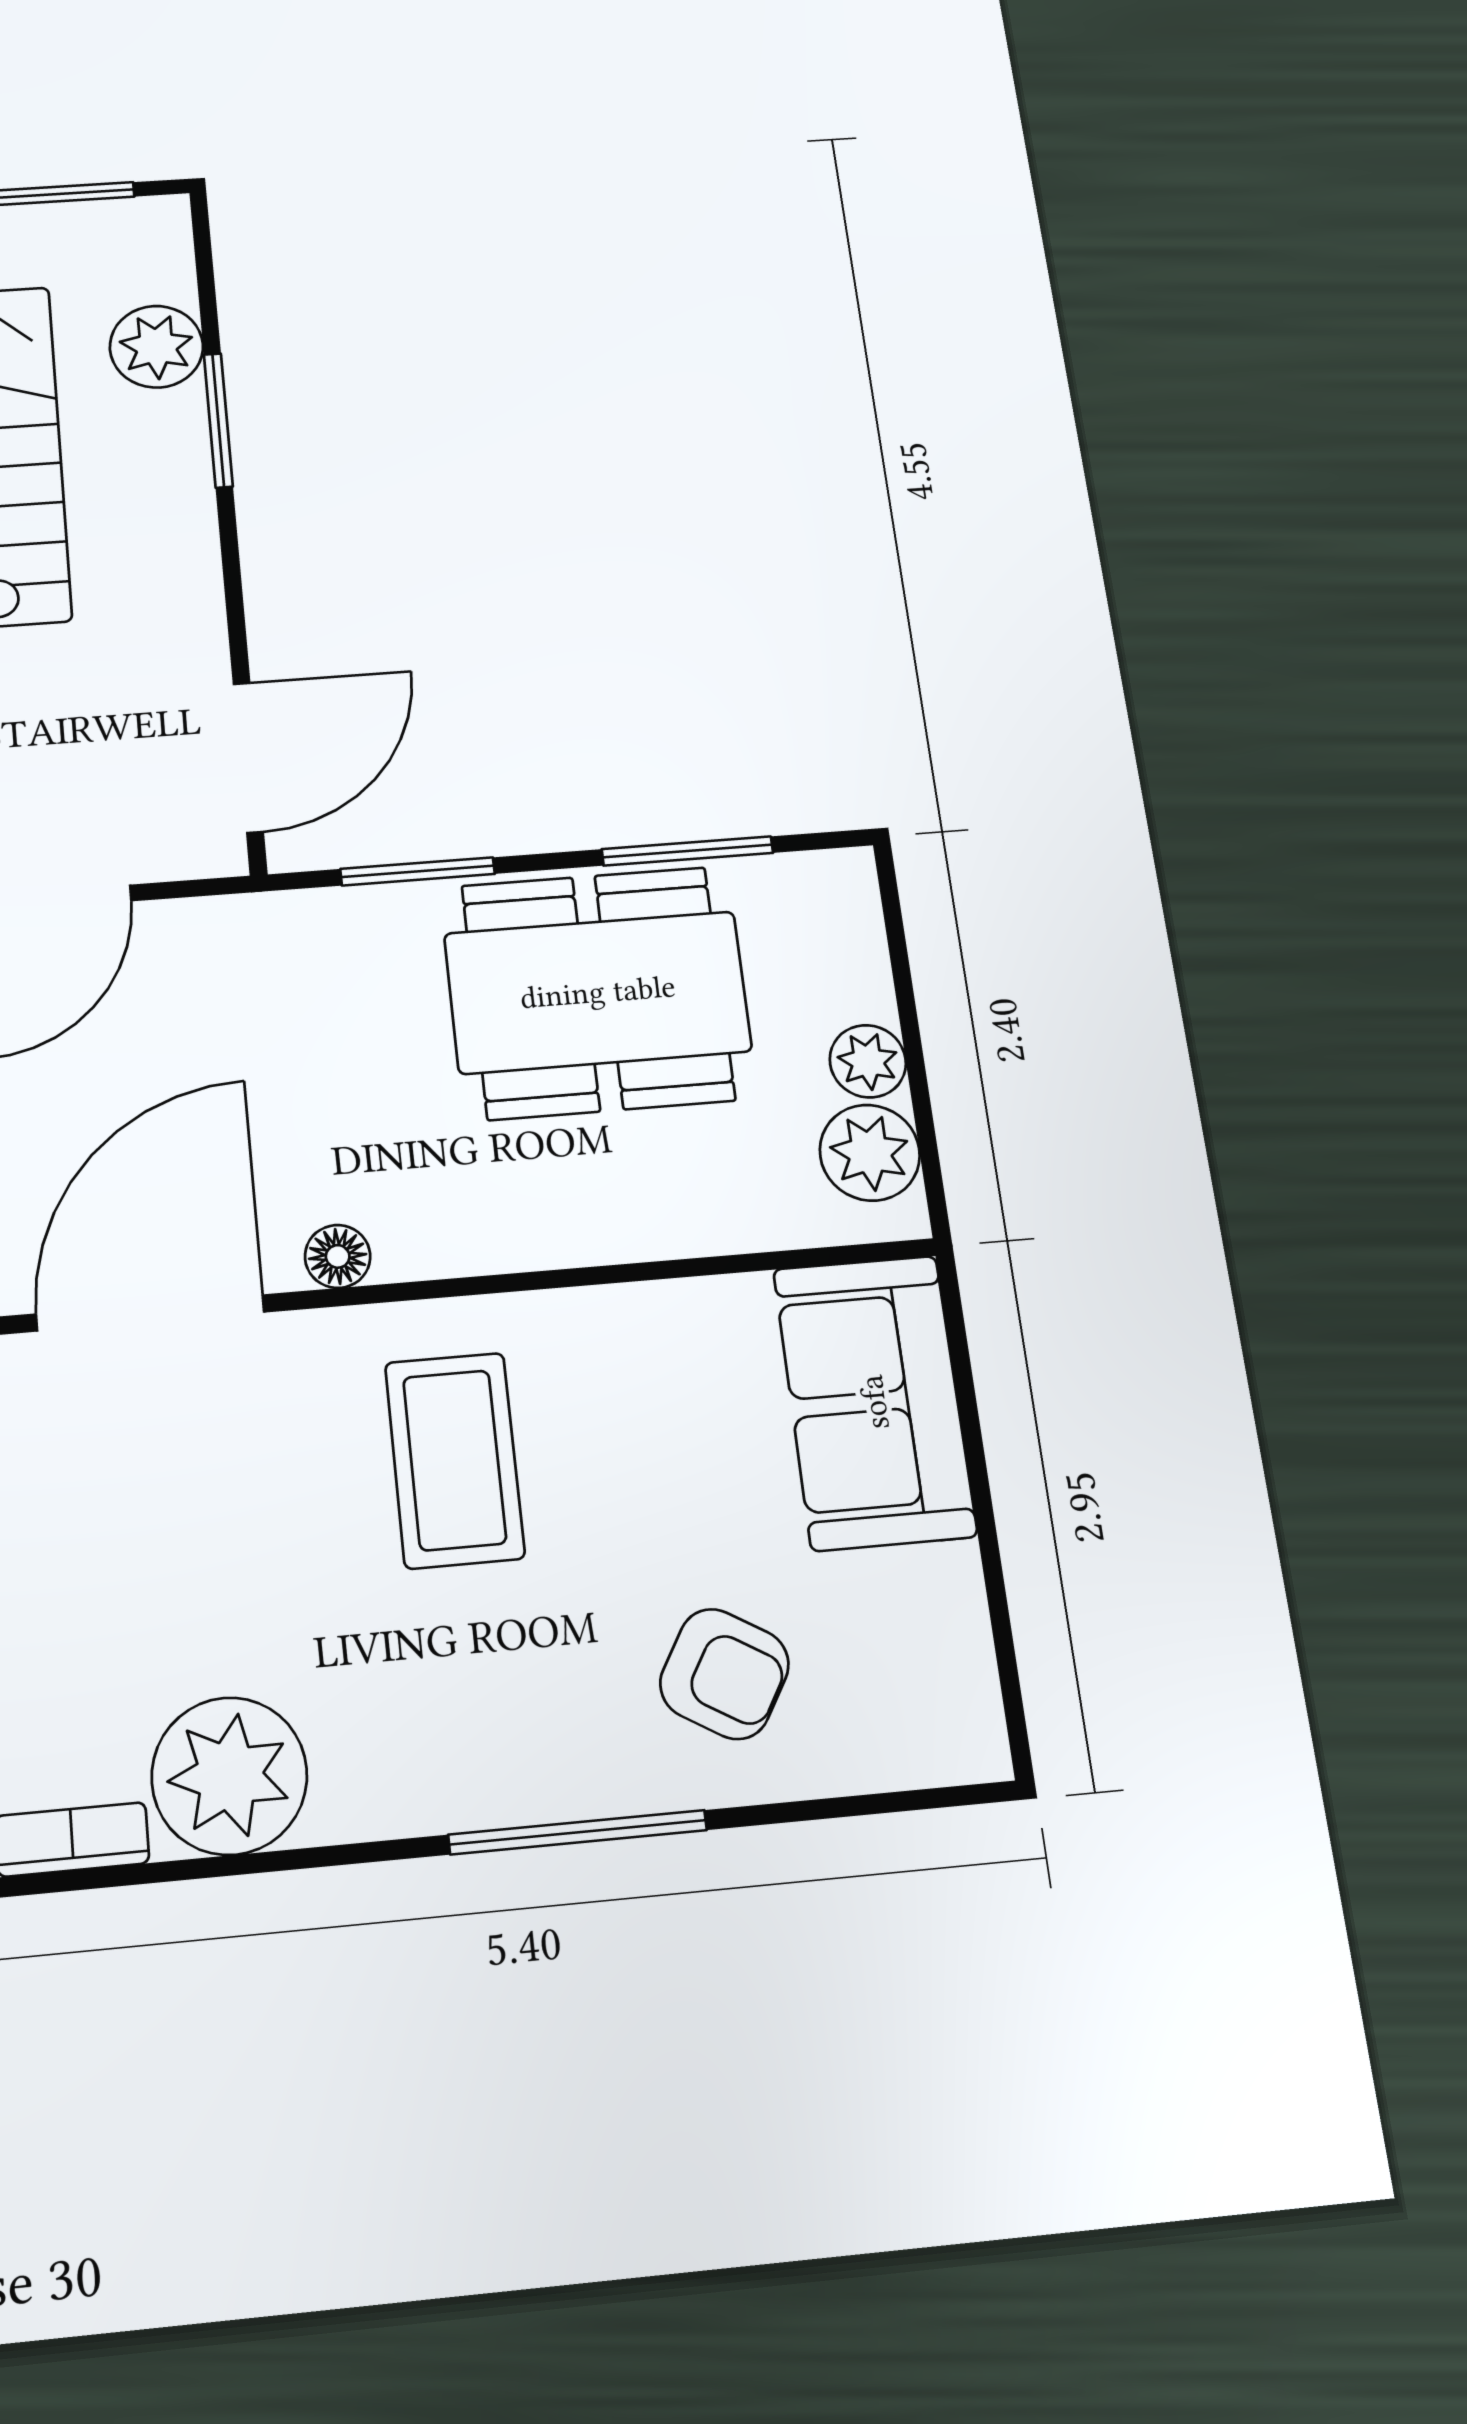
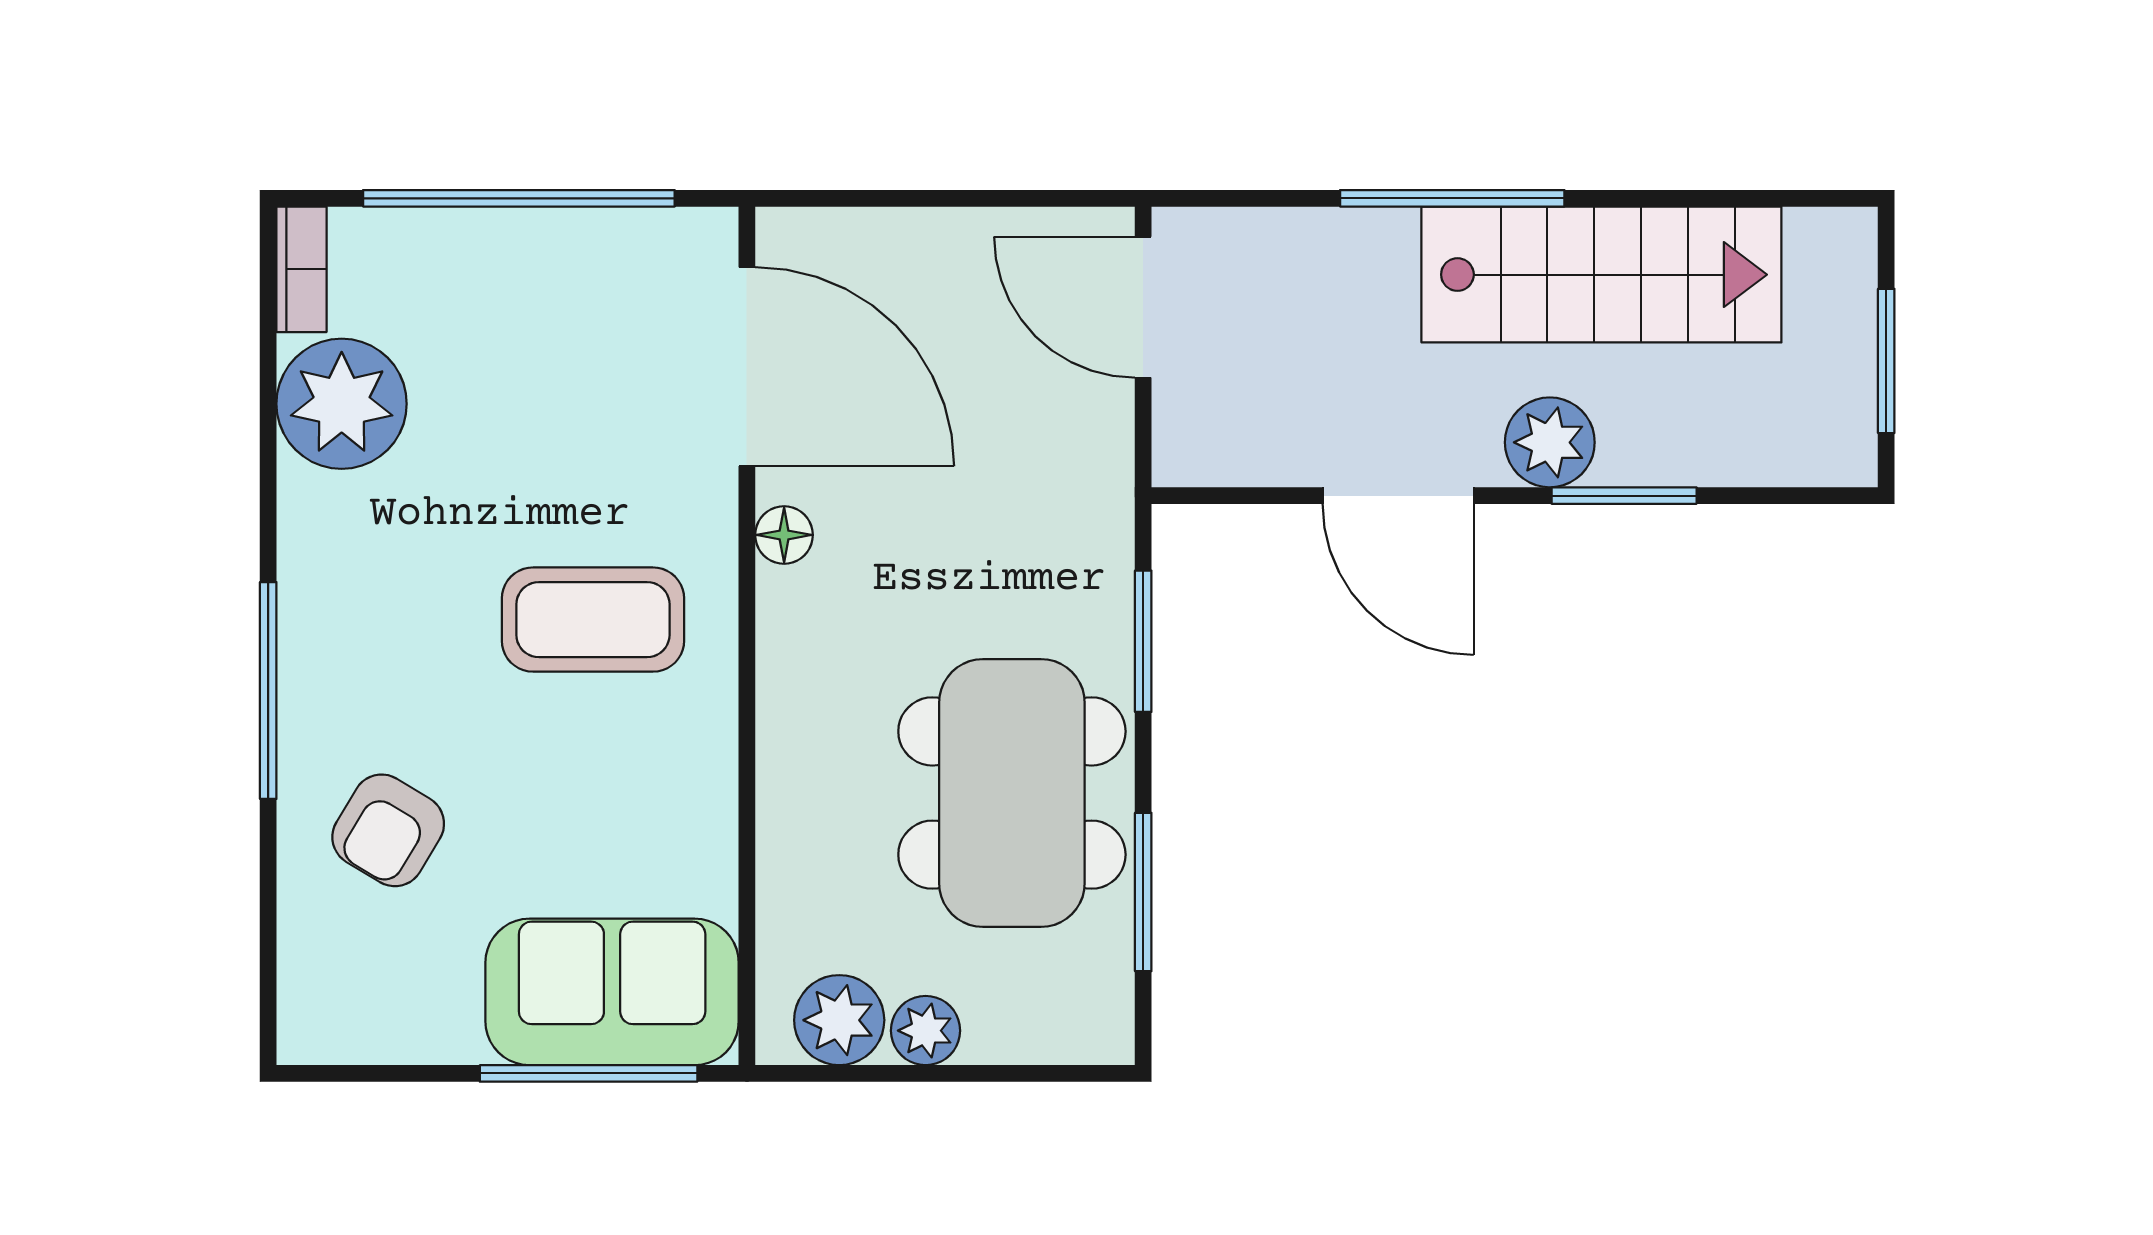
plant: (156, 347) -> (1550, 442), moved
door: (248, 757) -> (1398, 496), moved
window: (970, 1420) -> (589, 1073), added

